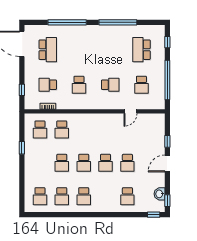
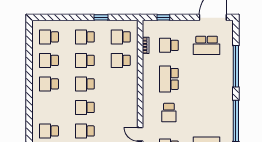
school desk: (48, 85) -> (169, 45), turned -90
school desk: (79, 85) -> (169, 79), width x1.85
school desk: (40, 163) -> (85, 37), added

